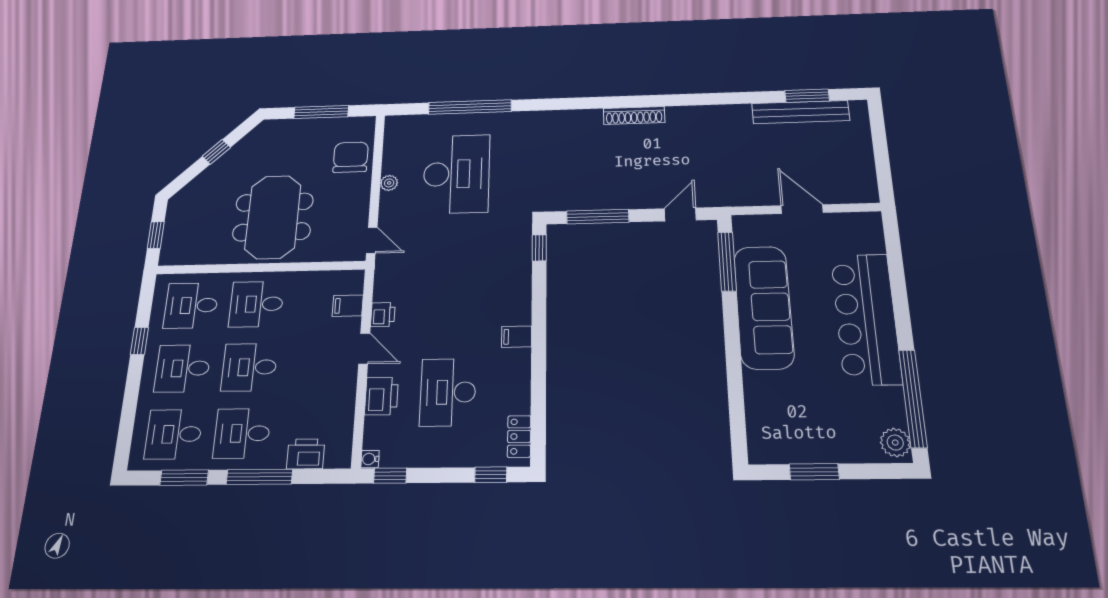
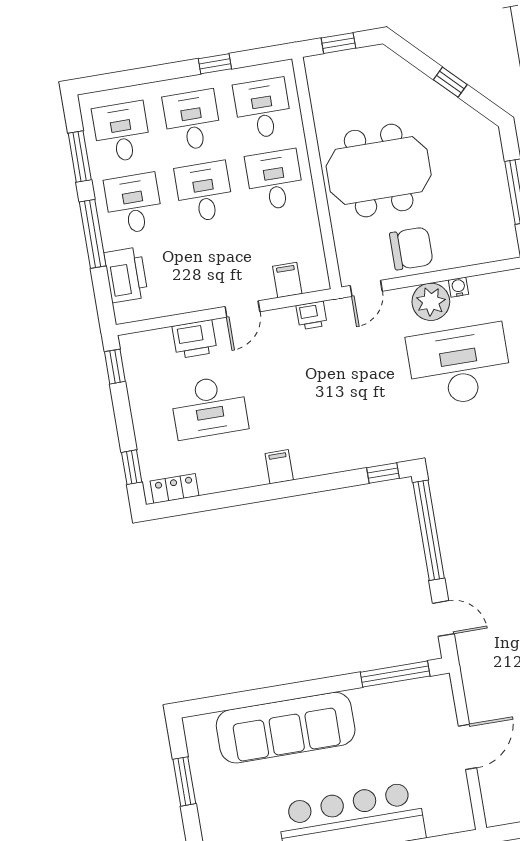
chair: (351, 157) -> (411, 248), moved
desk: (456, 174) -> (459, 365), turned 180
plant: (389, 183) -> (431, 302), width x1.87, depth x1.87
window: (598, 217) -> (429, 530), width x1.46
sofa: (764, 307) -> (286, 728), moved
printer: (383, 315) -> (312, 315), moved
desk: (448, 392) -> (209, 407), turned 180
printer: (306, 454) -> (126, 275), width x1.37, depth x1.19
water cooler: (370, 459) -> (458, 287), moved

